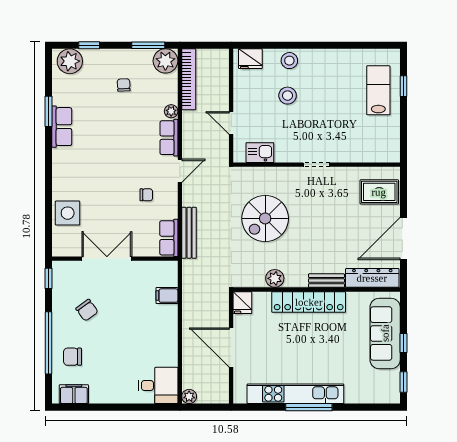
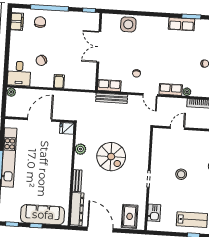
stool: (288, 96) -> (181, 174), moved
kitchen sink: (260, 153) -> (154, 213), moved
spiral stairs: (265, 218) -> (111, 157), moved, turned 180
double door: (107, 259) -> (99, 47), swing flipped
filing cabinet: (167, 296) -> (59, 81), moved
locker: (309, 302) -> (65, 169), removed
chair: (87, 310) -> (41, 60), moved

